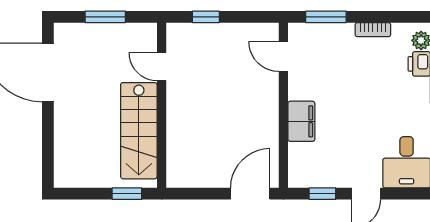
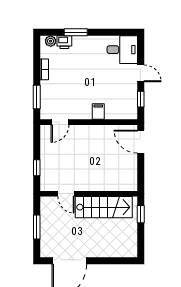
door: (162, 67) -> (66, 194), hinge flipped
filing cabinet: (301, 121) -> (98, 112), width x0.50

